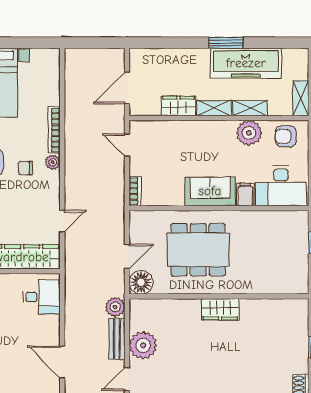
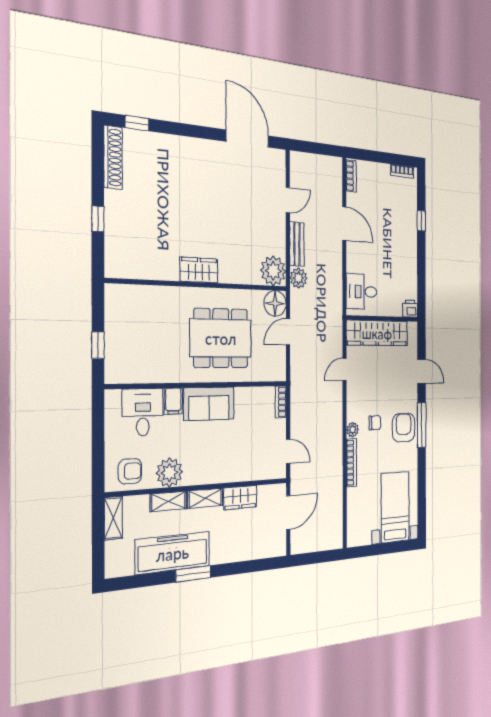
desk: (281, 186) -> (143, 412), width x0.73
plant: (143, 345) -> (273, 271), moved

